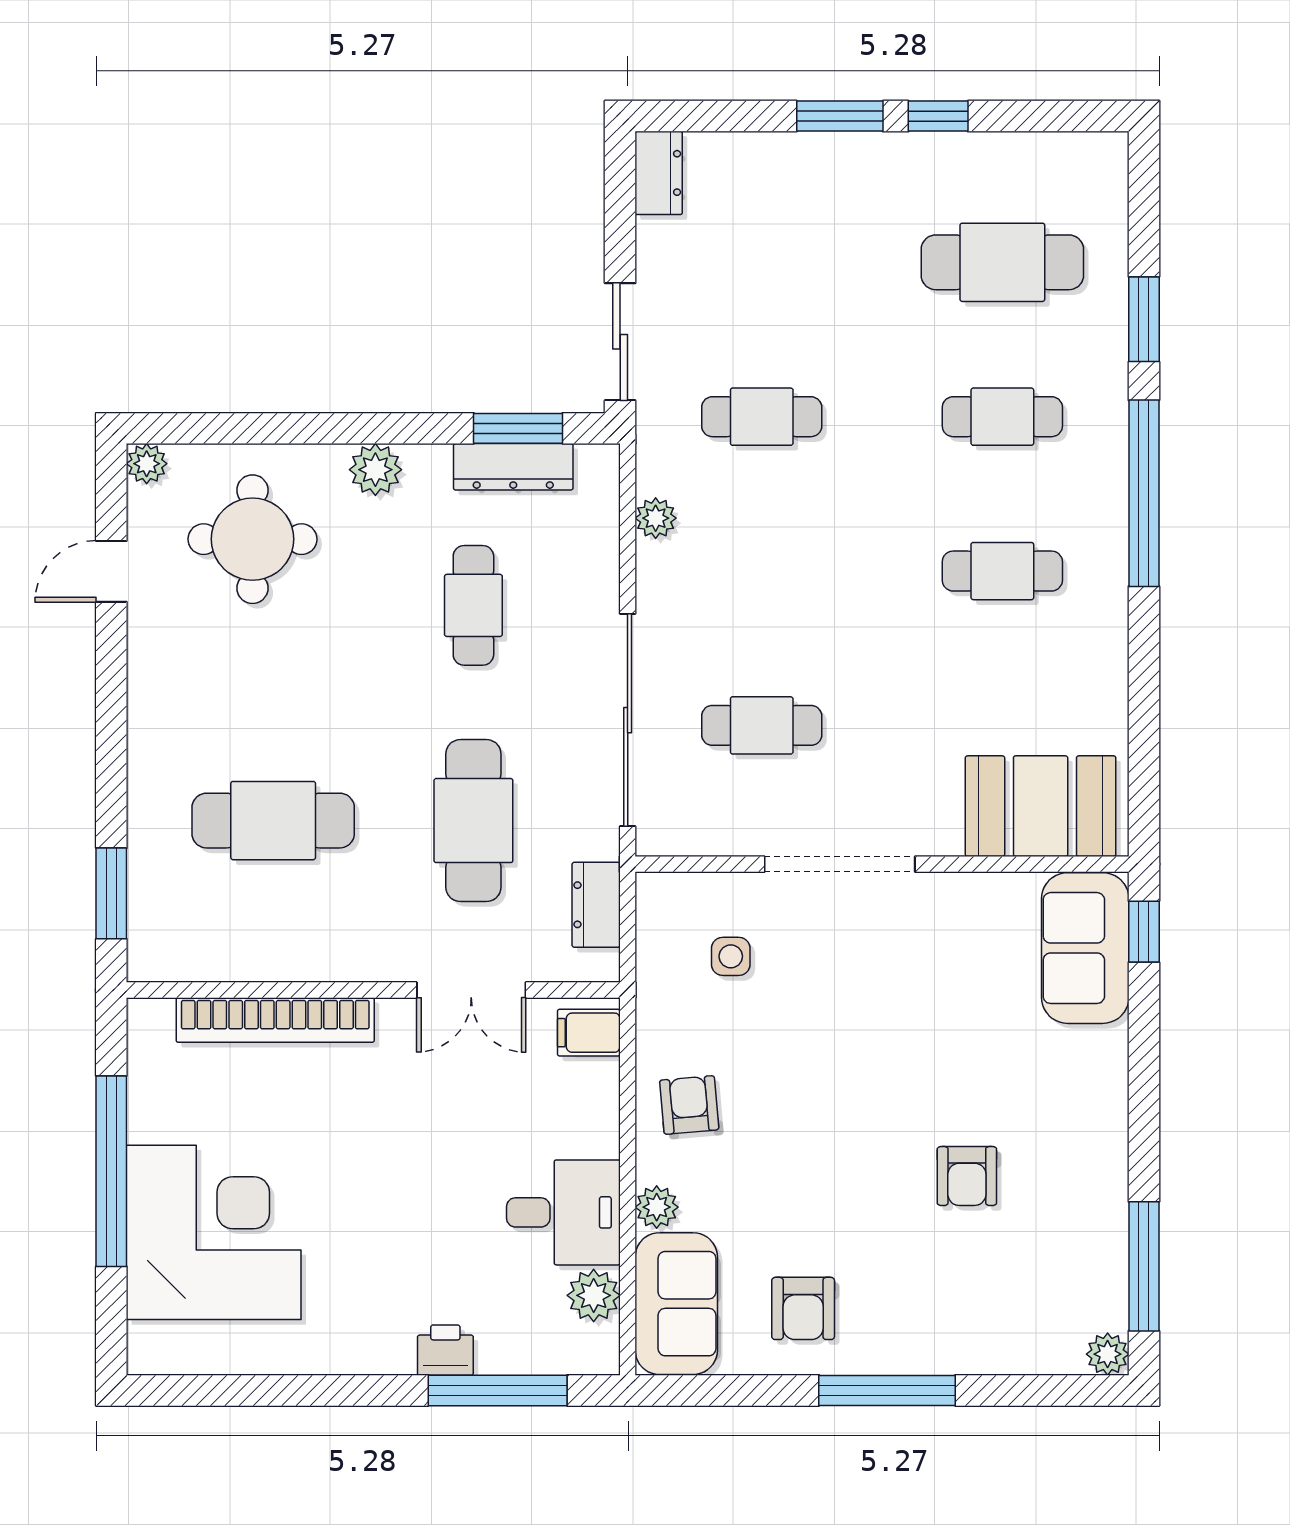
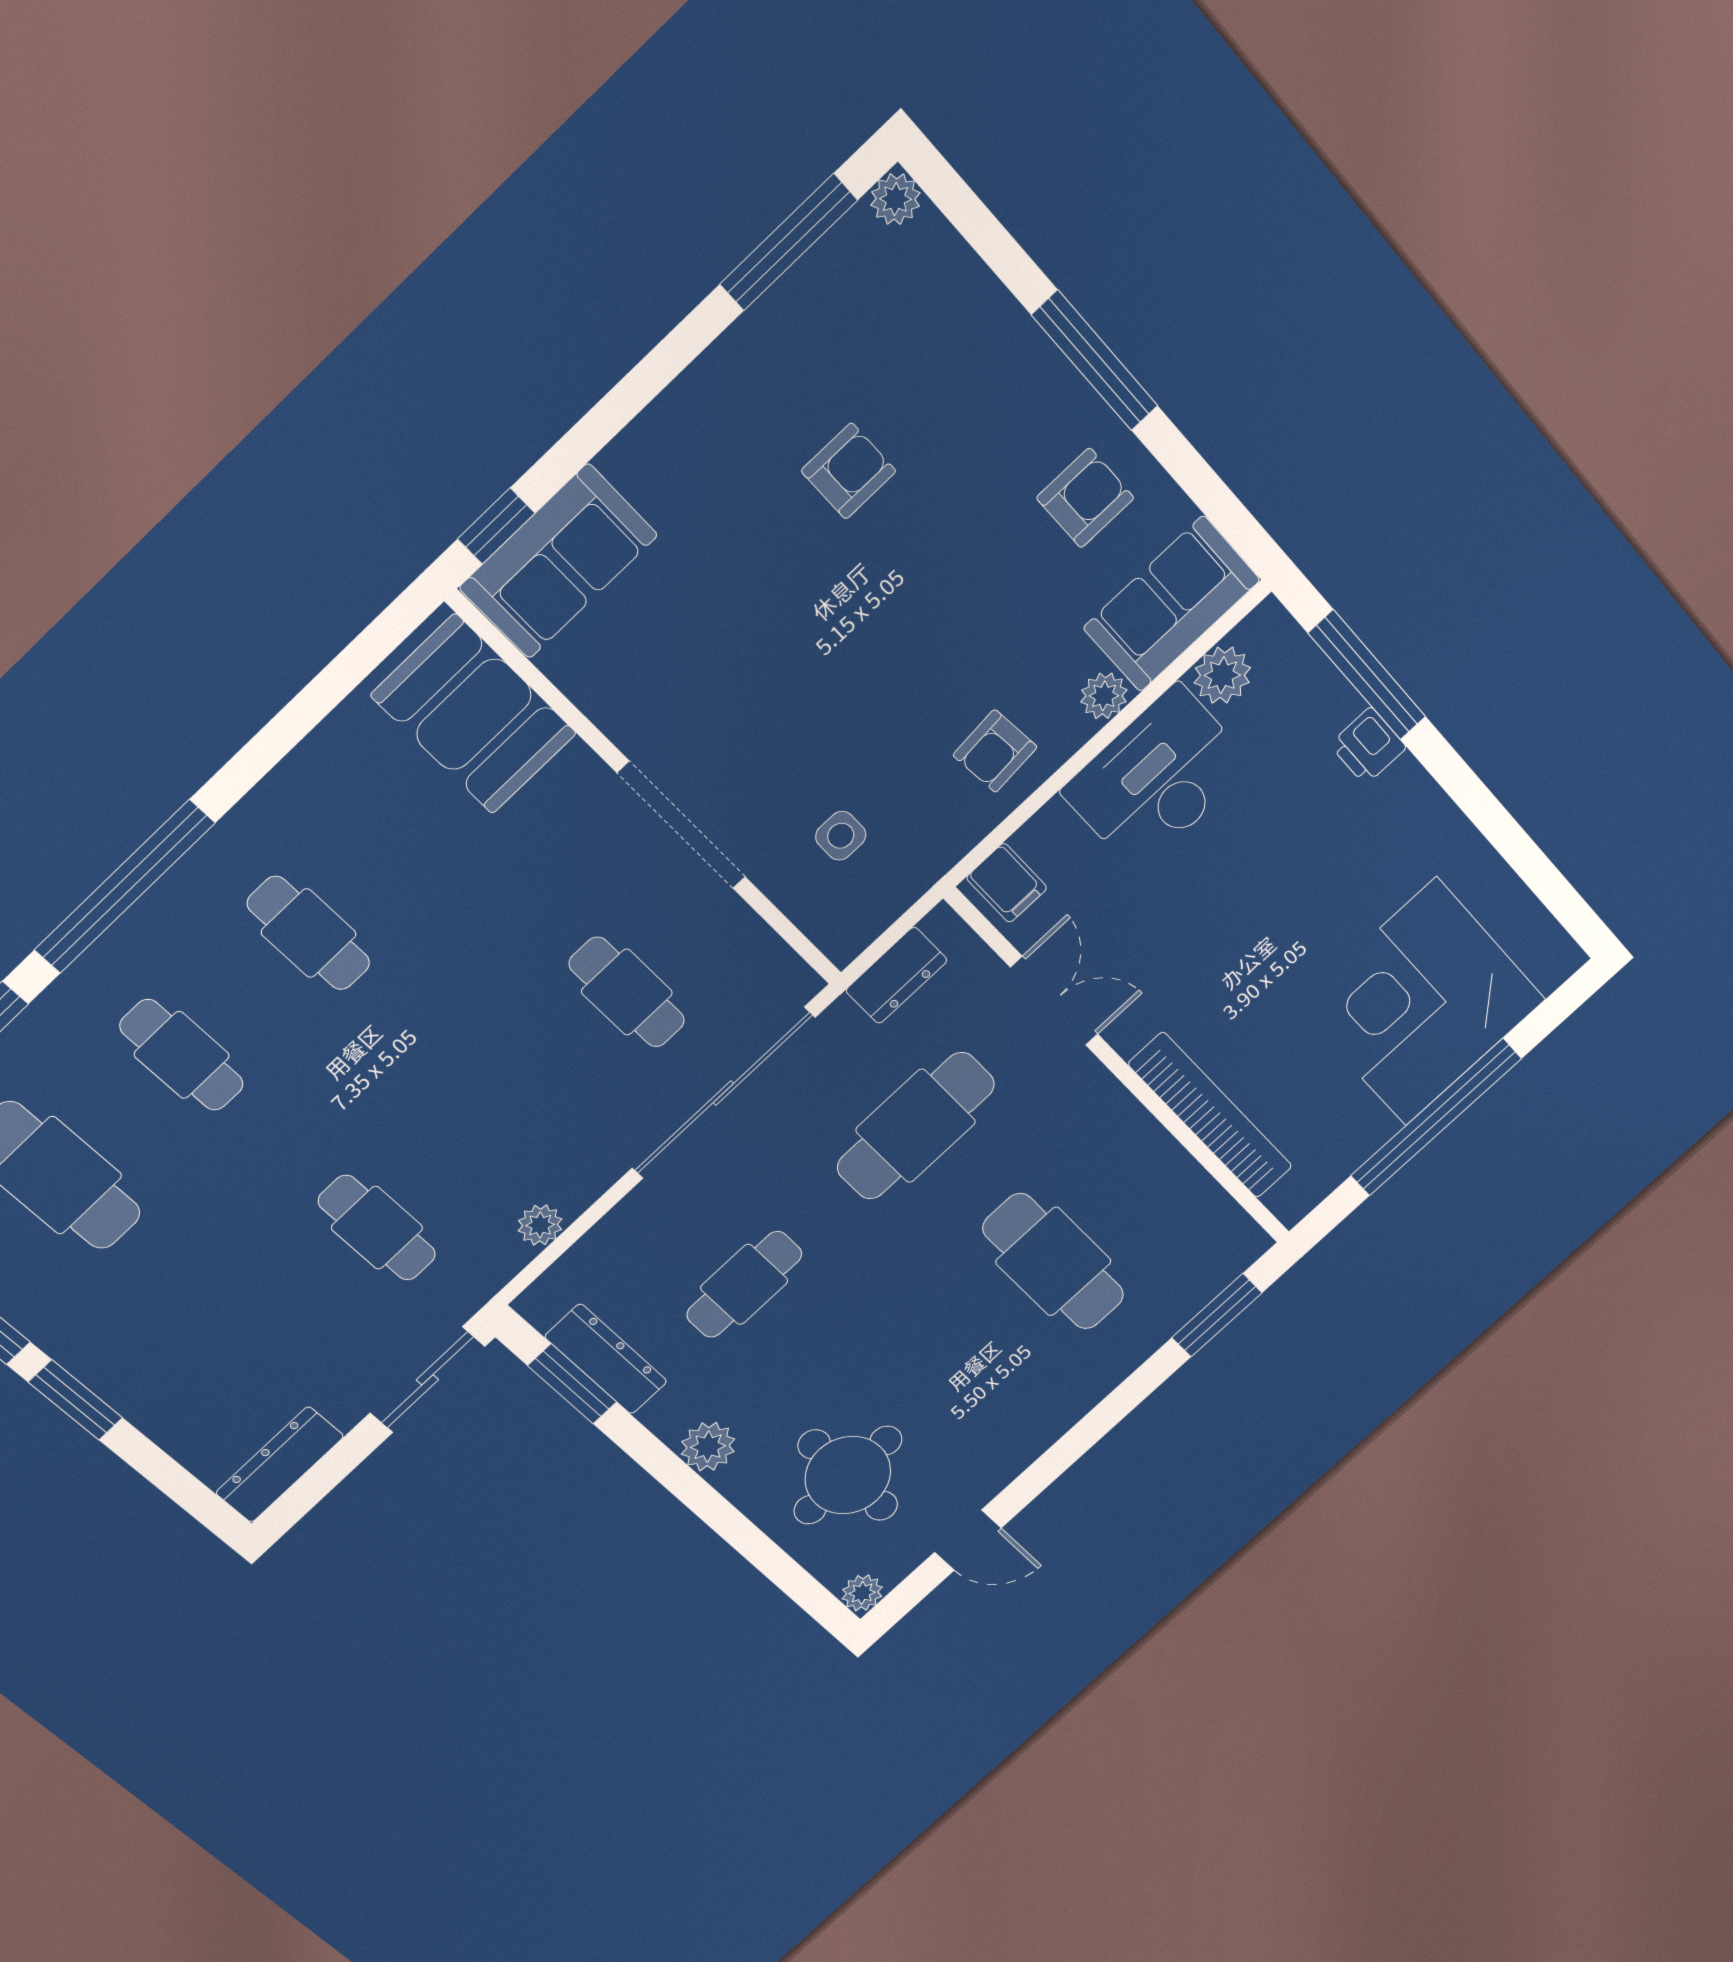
dresser: (659, 173) -> (280, 1465), width x1.44
desk: (563, 1212) -> (1157, 778), width x1.37

